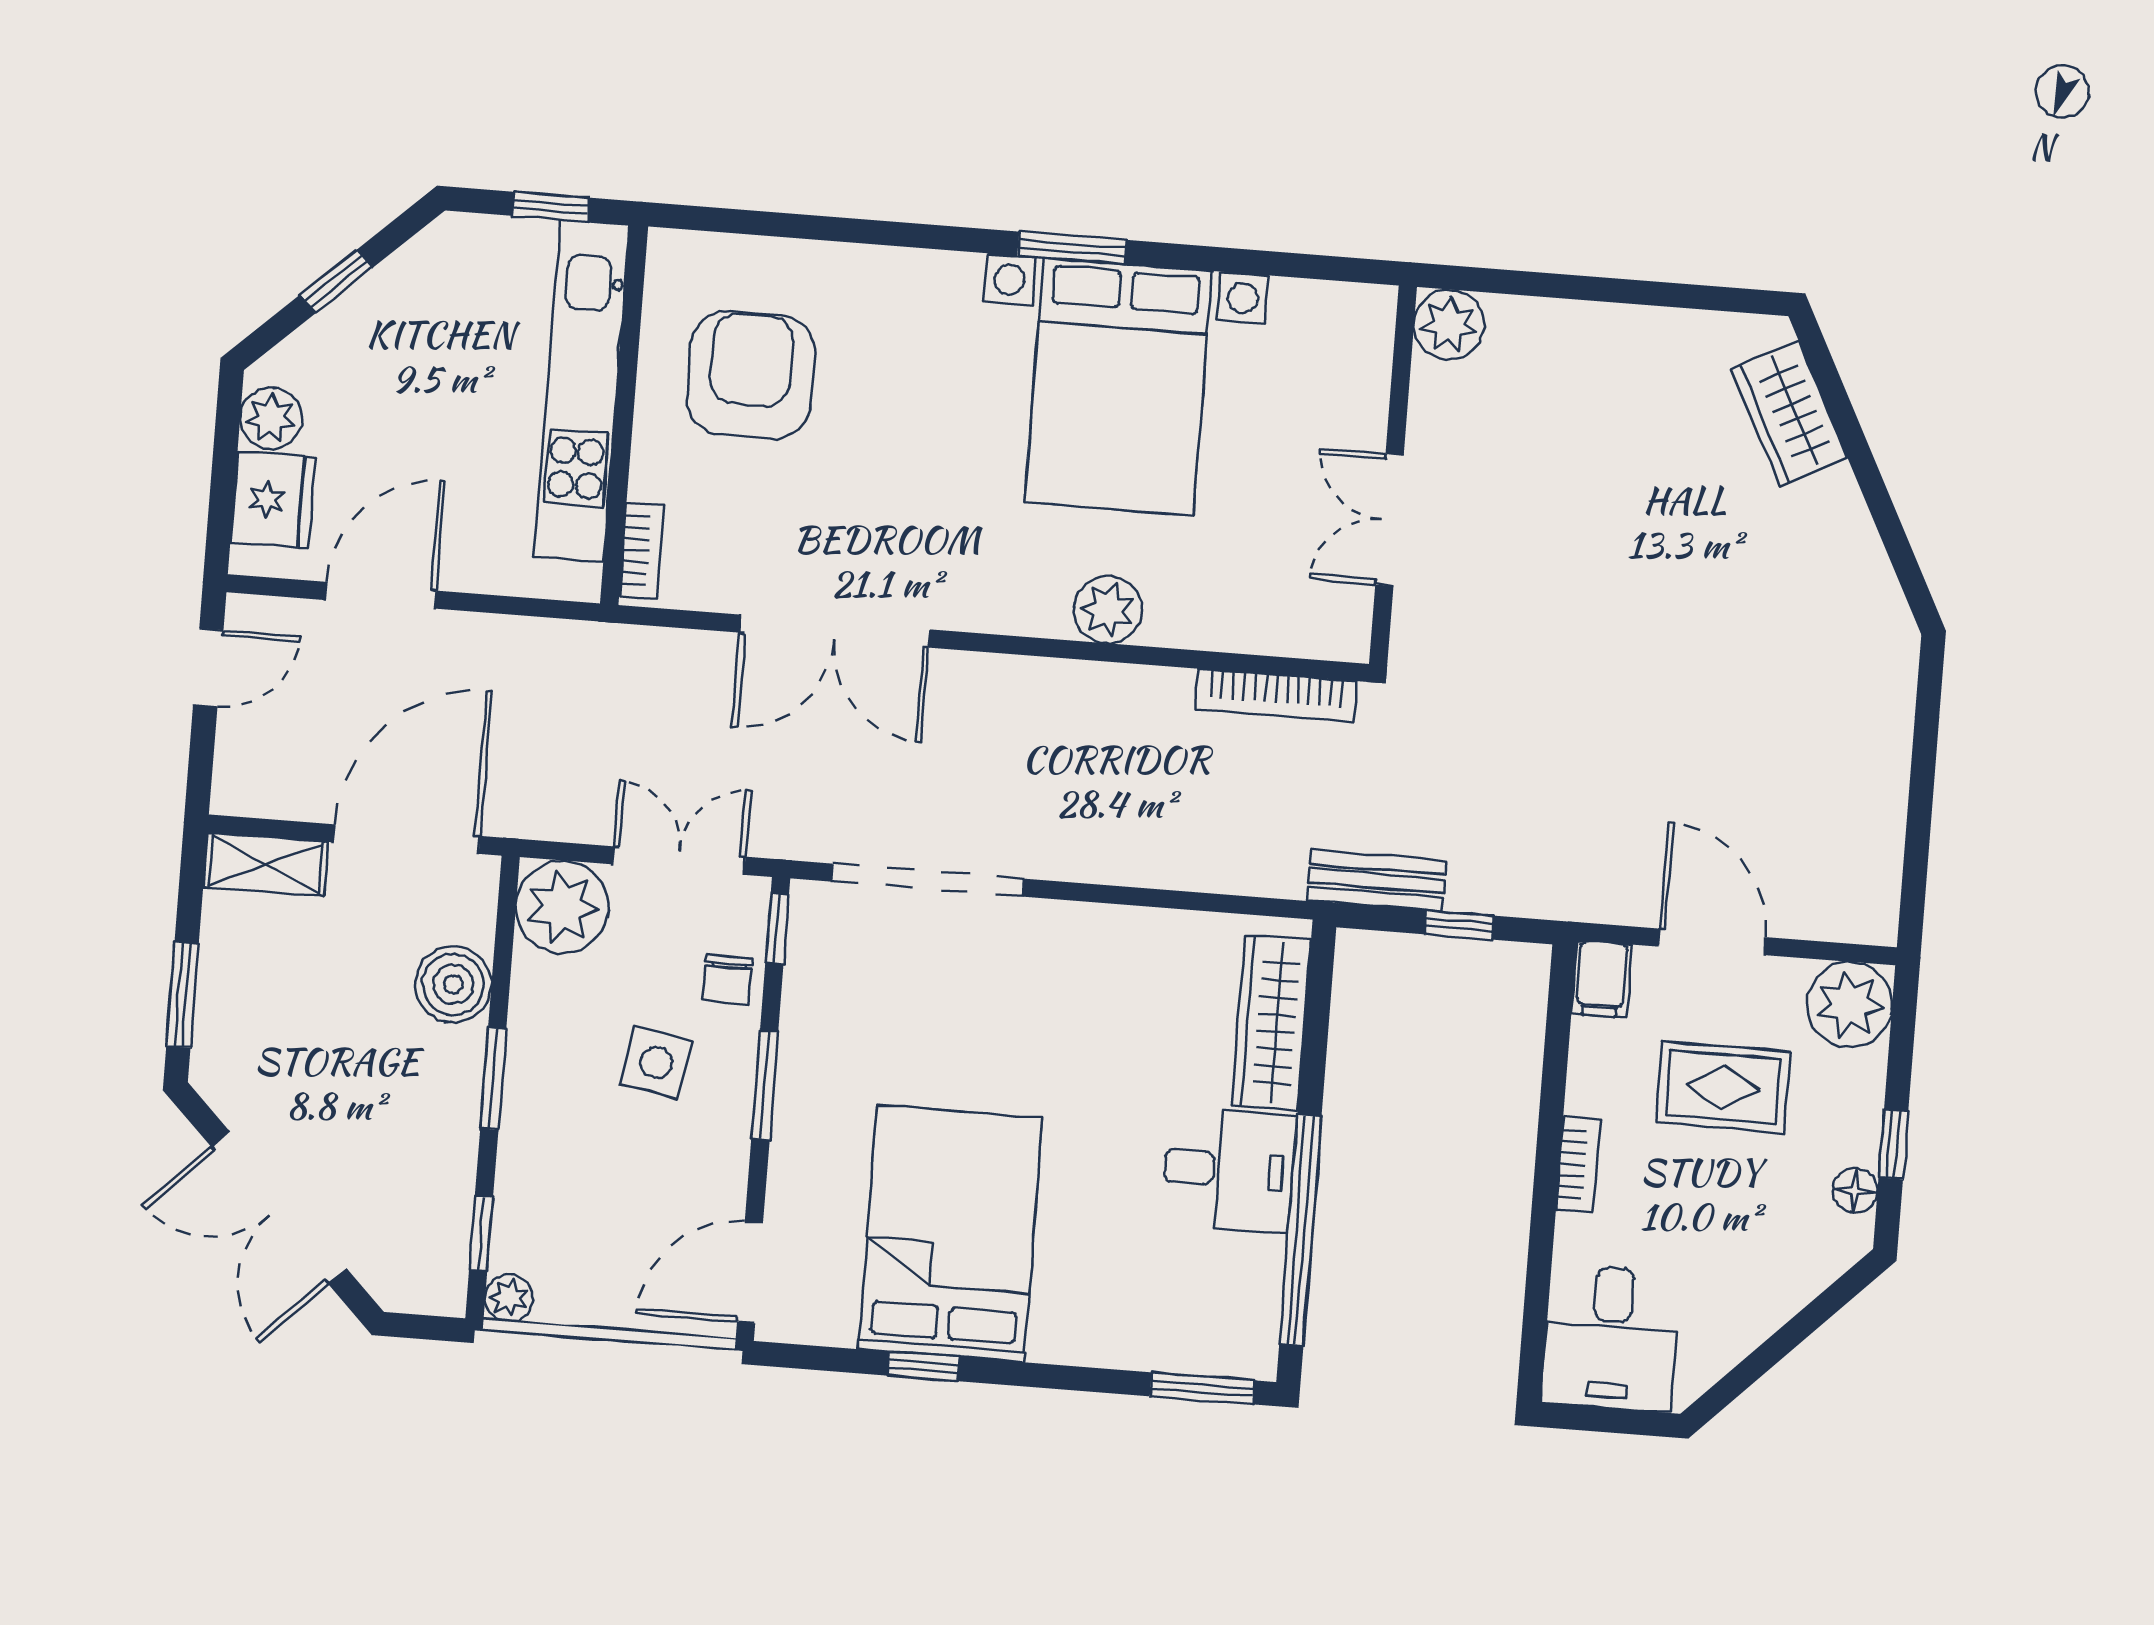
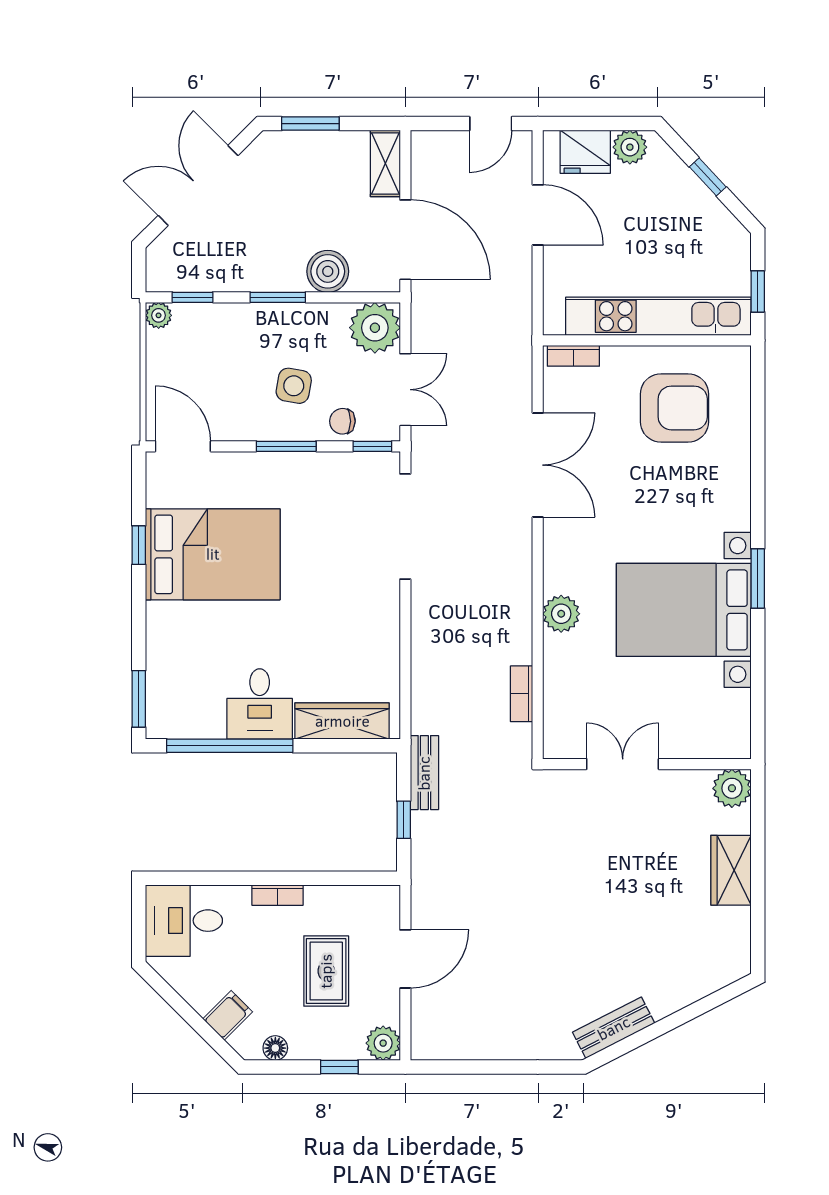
wardrobe: (1789, 413) -> (731, 870), moved, turned -63
bench: (1867, 574) -> (614, 1028), added
double door: (835, 631) -> (538, 465), swing flipped
door: (208, 668) -> (491, 124), hinge flipped
bookcase: (1276, 695) -> (522, 694), width x0.64
filing cabinet: (1602, 979) -> (228, 1015), moved, turned 135
plant: (1850, 1005) -> (383, 1043), width x0.73, depth x0.73
window: (1893, 1144) -> (339, 1067), moved

